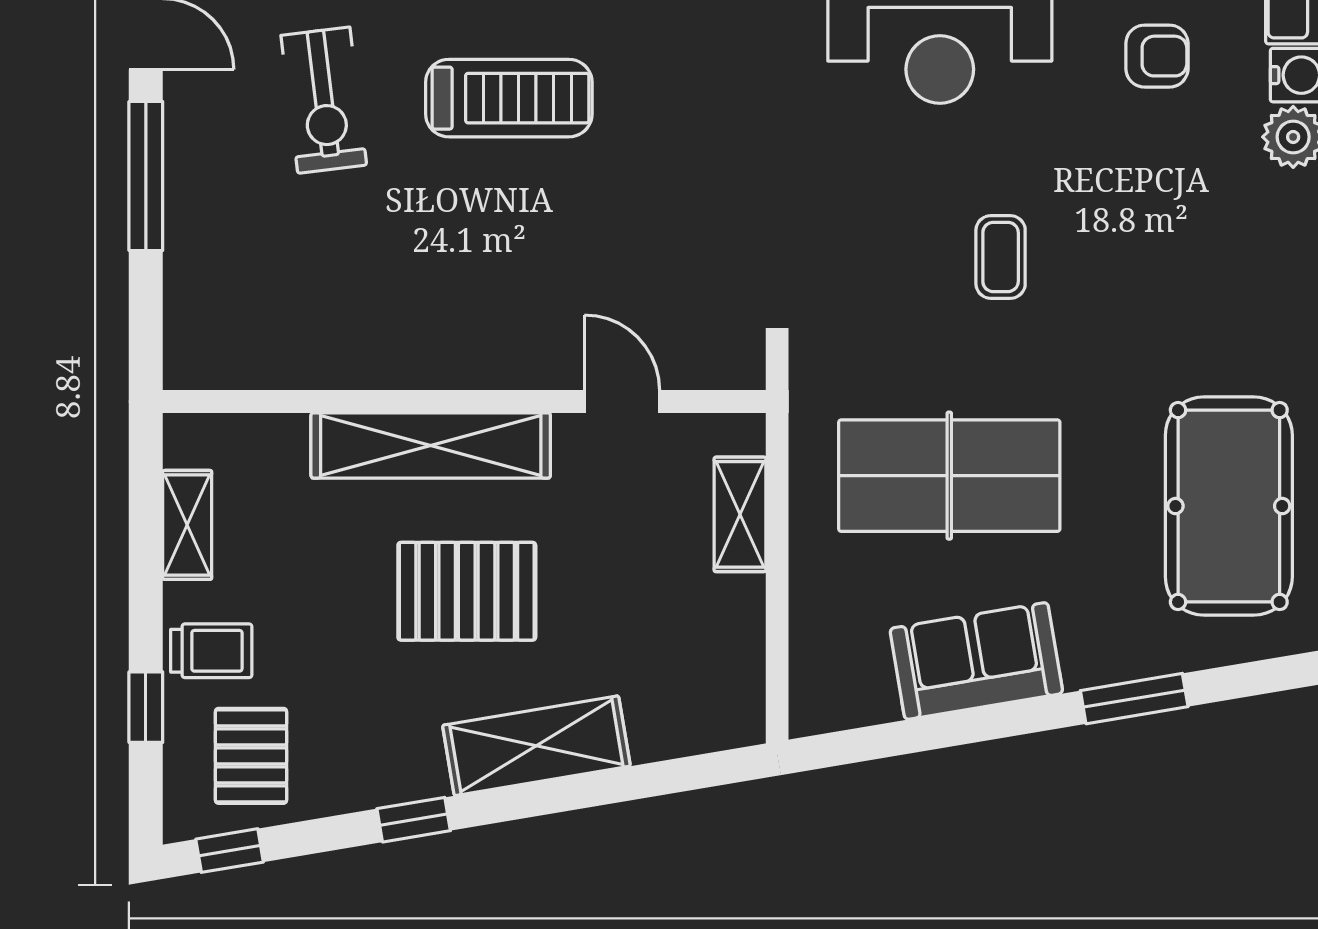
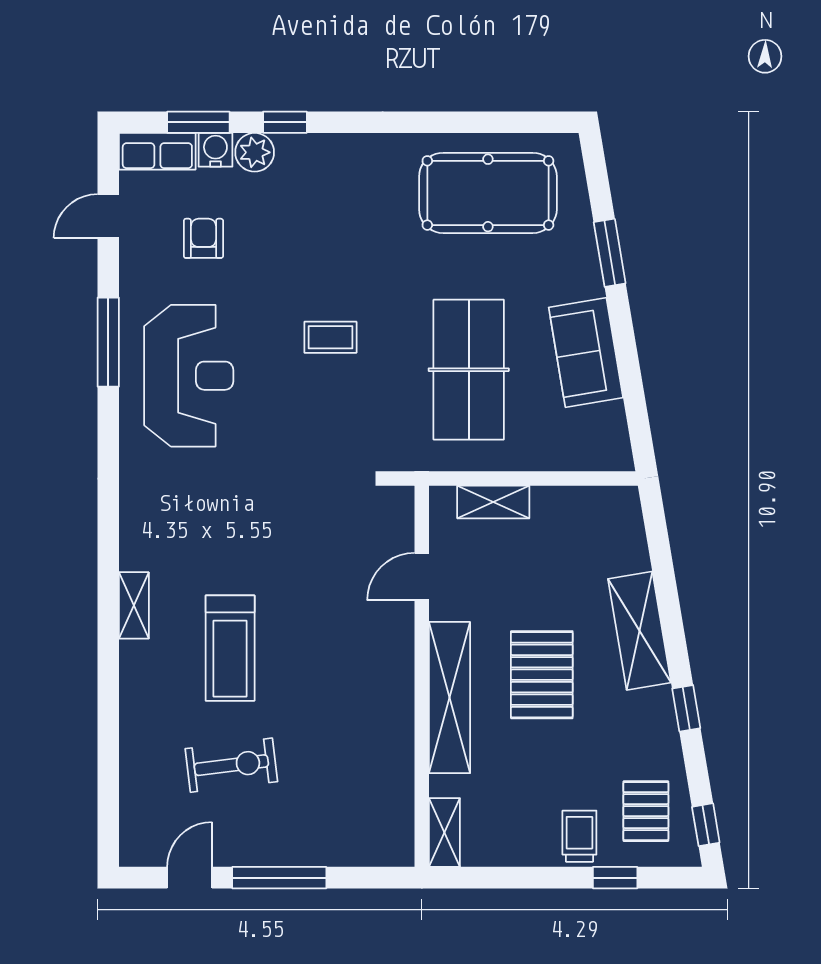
treadmill: (509, 98) -> (230, 648), turned 180
shelving: (187, 525) -> (444, 833), moved, turned 90
pallet: (251, 756) -> (646, 811), turned 90

